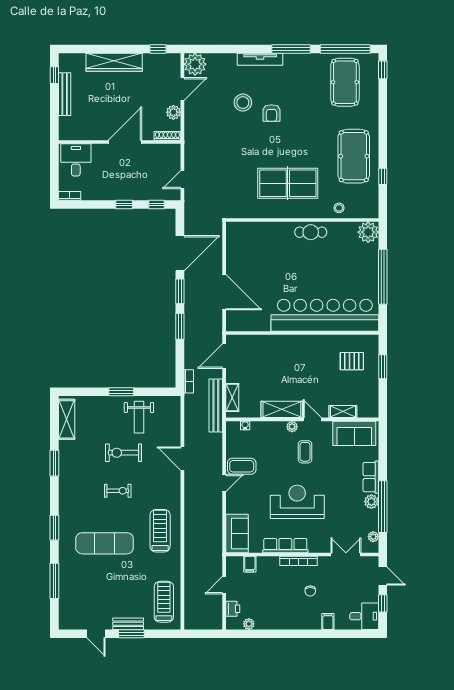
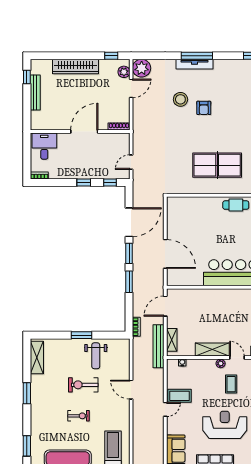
window: (291, 49) -> (197, 56), moved
plant: (173, 112) -> (124, 72), moved

